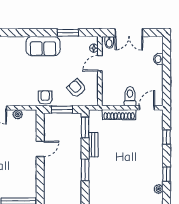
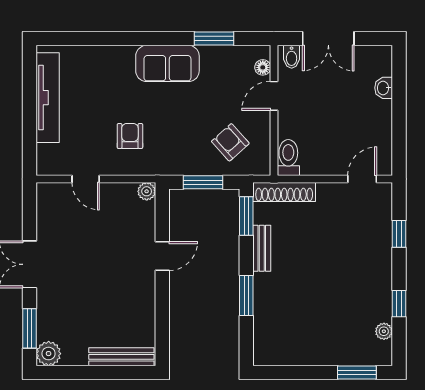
toilet: (130, 96) -> (288, 158), moved
armchair: (45, 98) -> (130, 136), moved
plant: (18, 114) -> (147, 191), moved
shoe rack: (119, 115) -> (284, 192), moved

